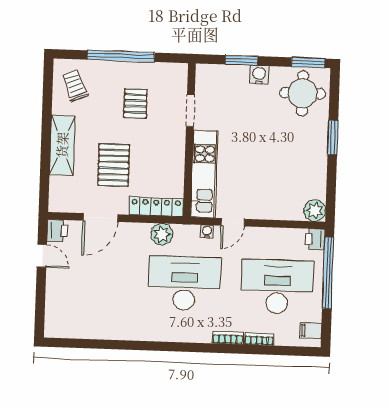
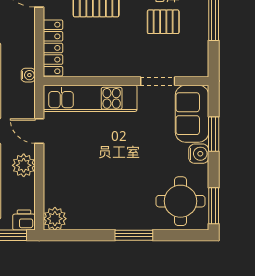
sofa: (222, 80) -> (192, 114), added
water cooler: (207, 232) -> (28, 75), moved
plant: (162, 234) -> (24, 165), moved

